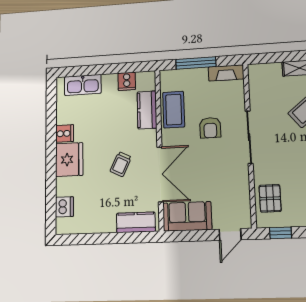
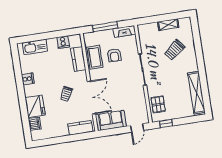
armchair: (210, 128) -> (114, 55), moved
fridge: (69, 160) -> (35, 106), moved

